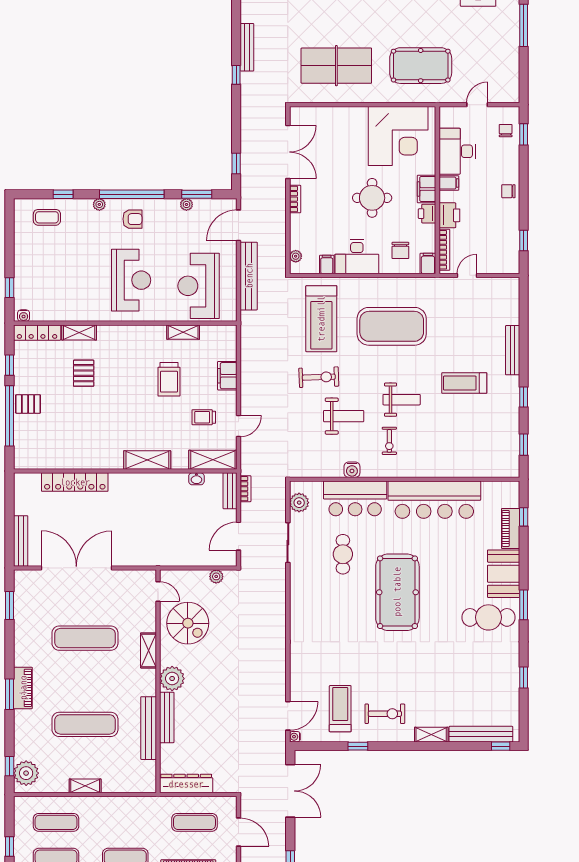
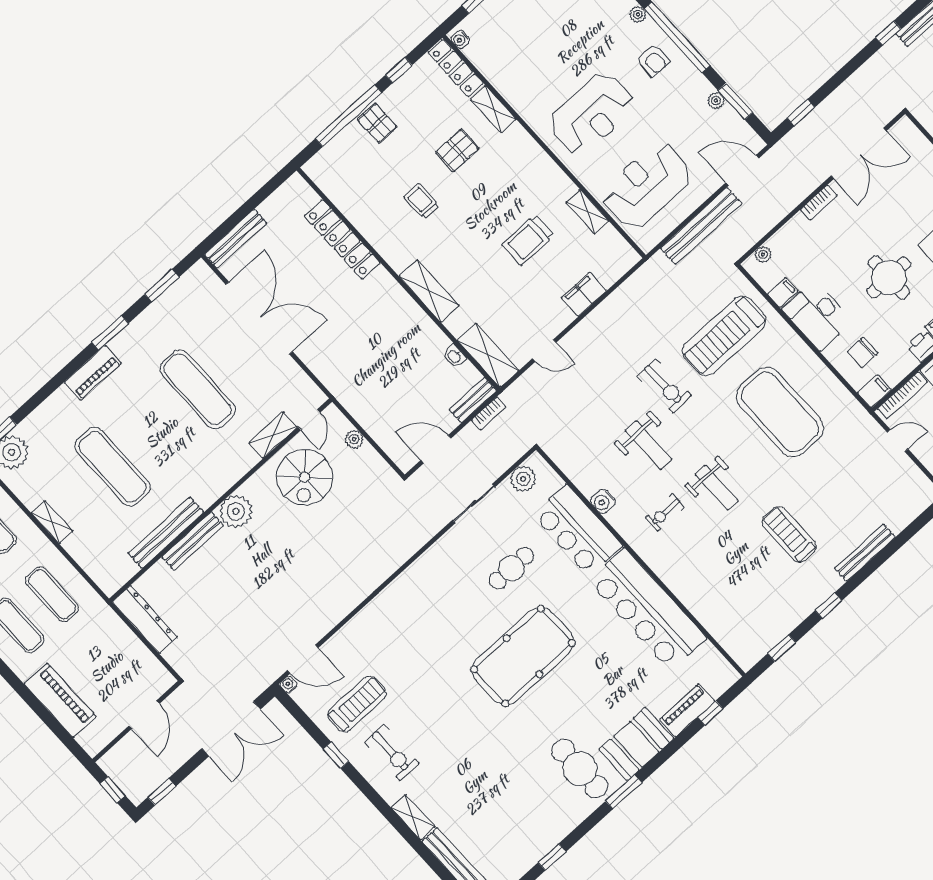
trolley: (204, 417) -> (422, 201), moved
plant: (216, 576) -> (354, 439), moved
shelving: (149, 650) -> (273, 435), moved
window: (9, 694) -> (110, 333), moved
exercise mat: (194, 822) -> (52, 594), moved

